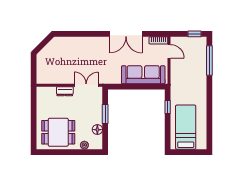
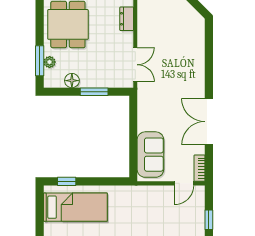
sofa: (143, 75) -> (150, 155), width x0.73
dresser: (65, 91) -> (127, 19), moved
window: (168, 107) -> (67, 181), moved
window: (83, 152) -> (40, 61), added

